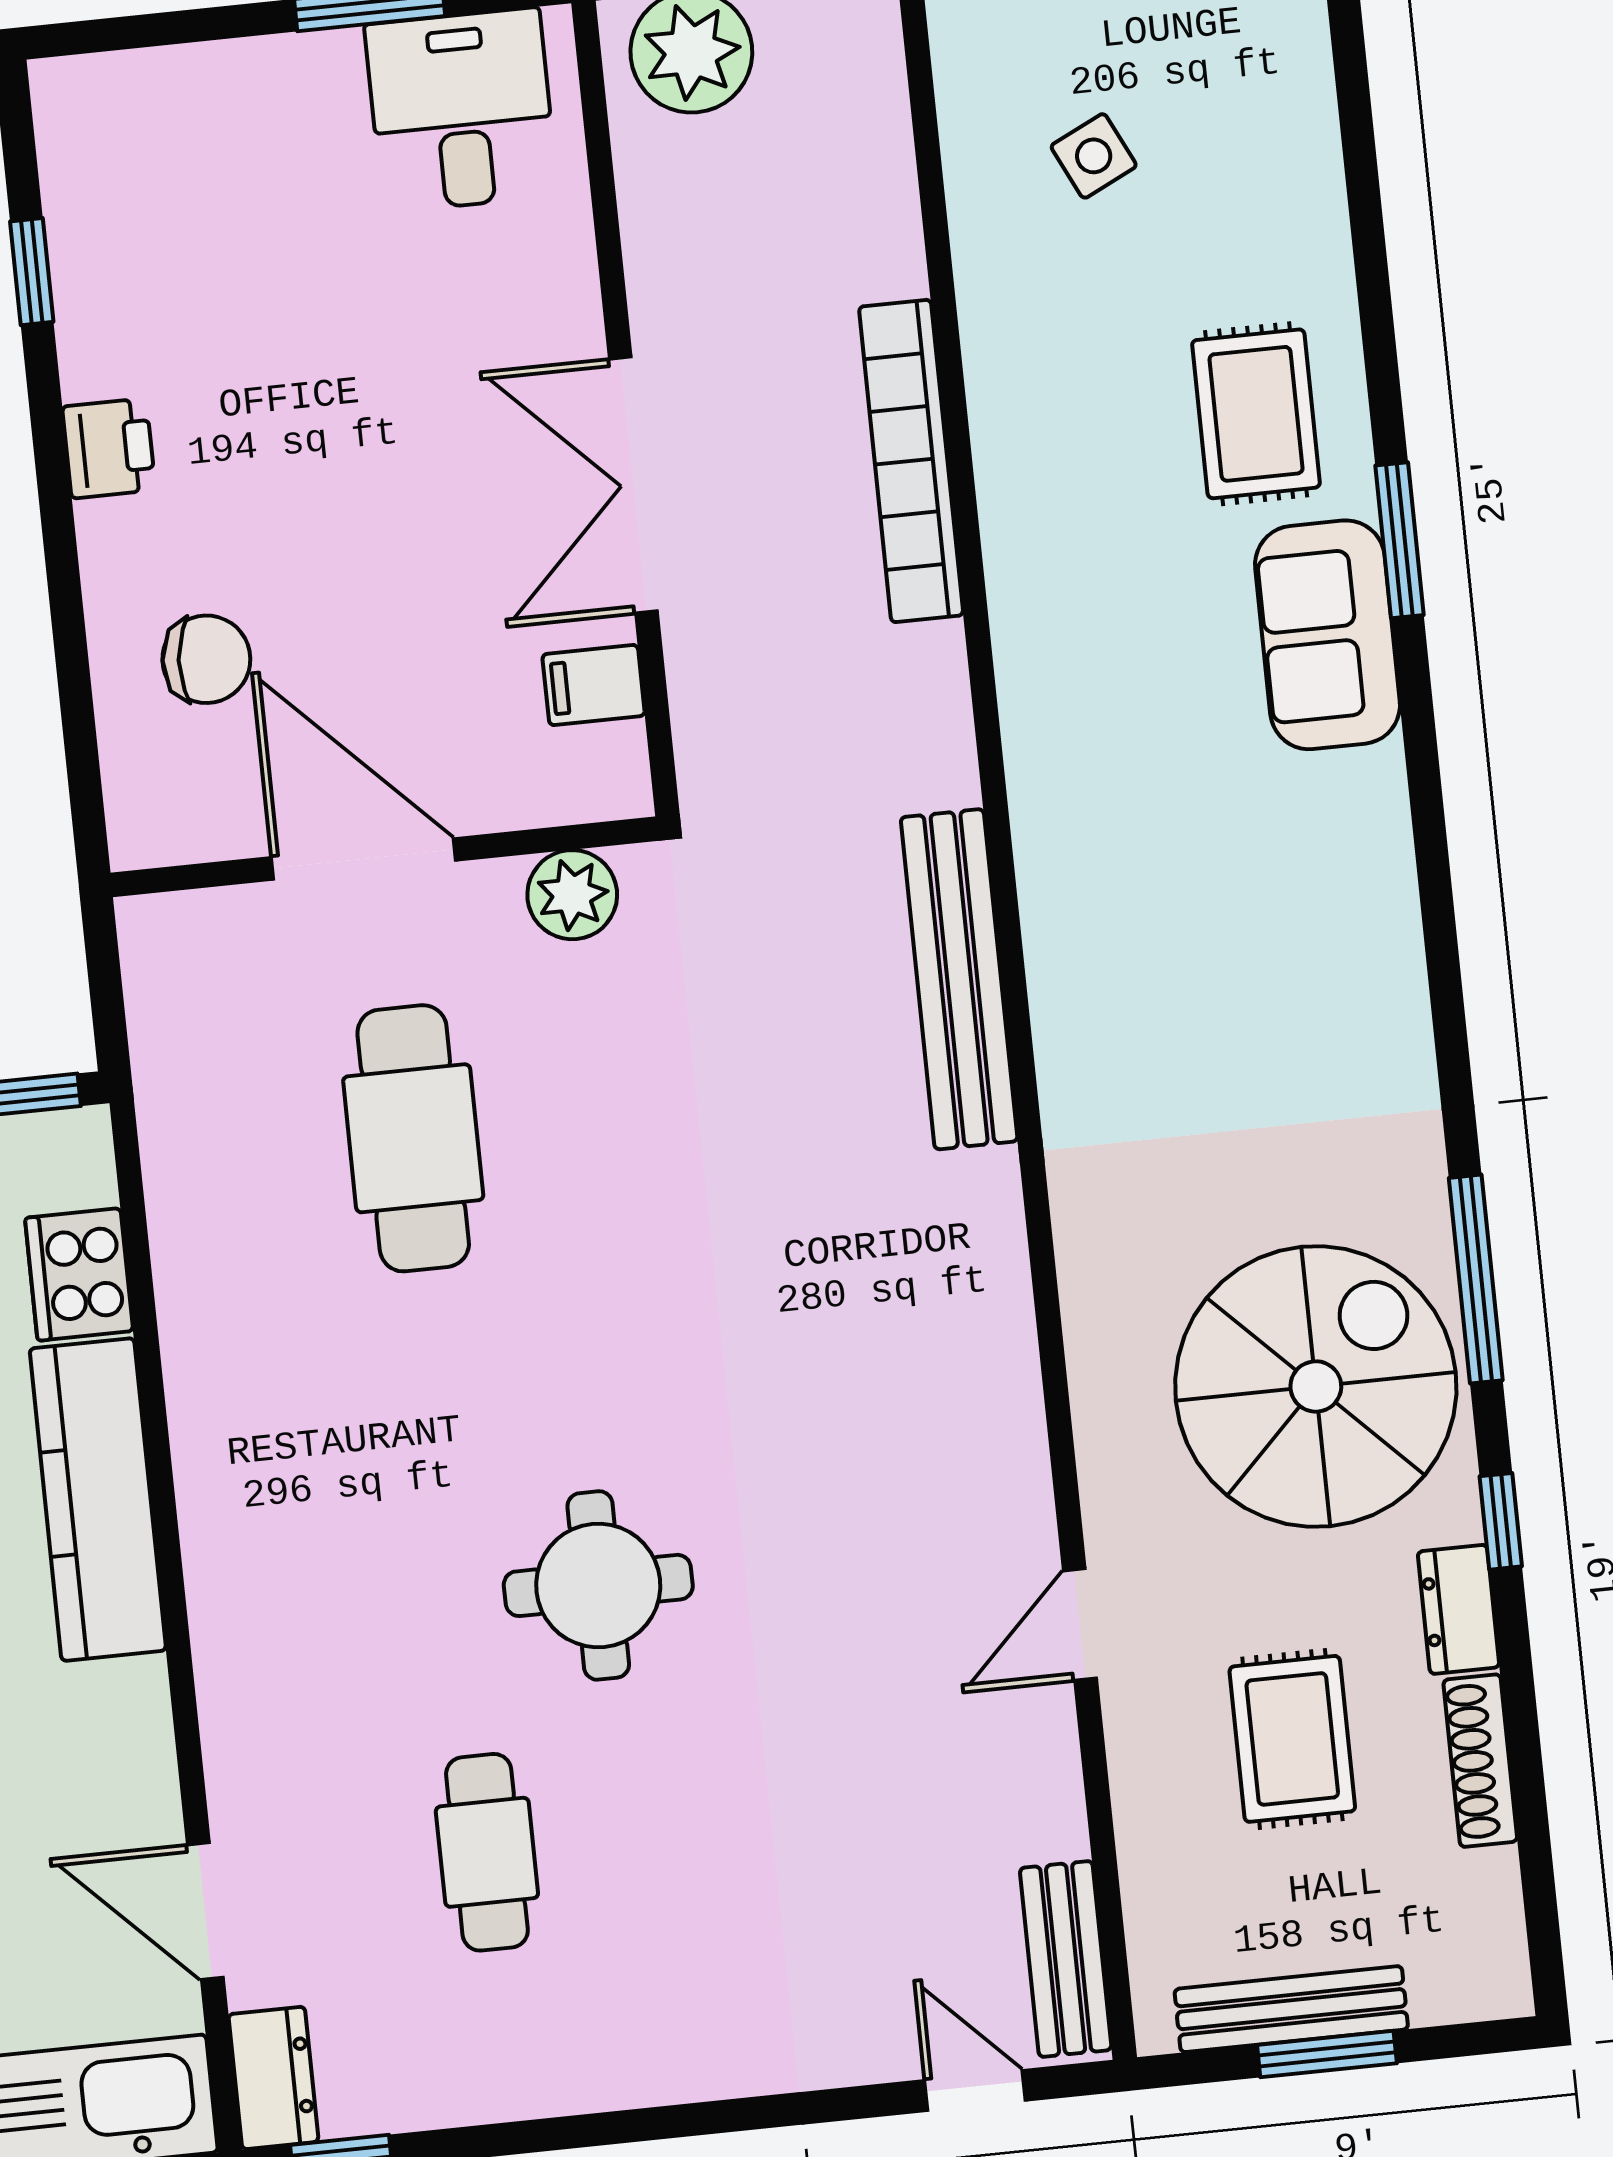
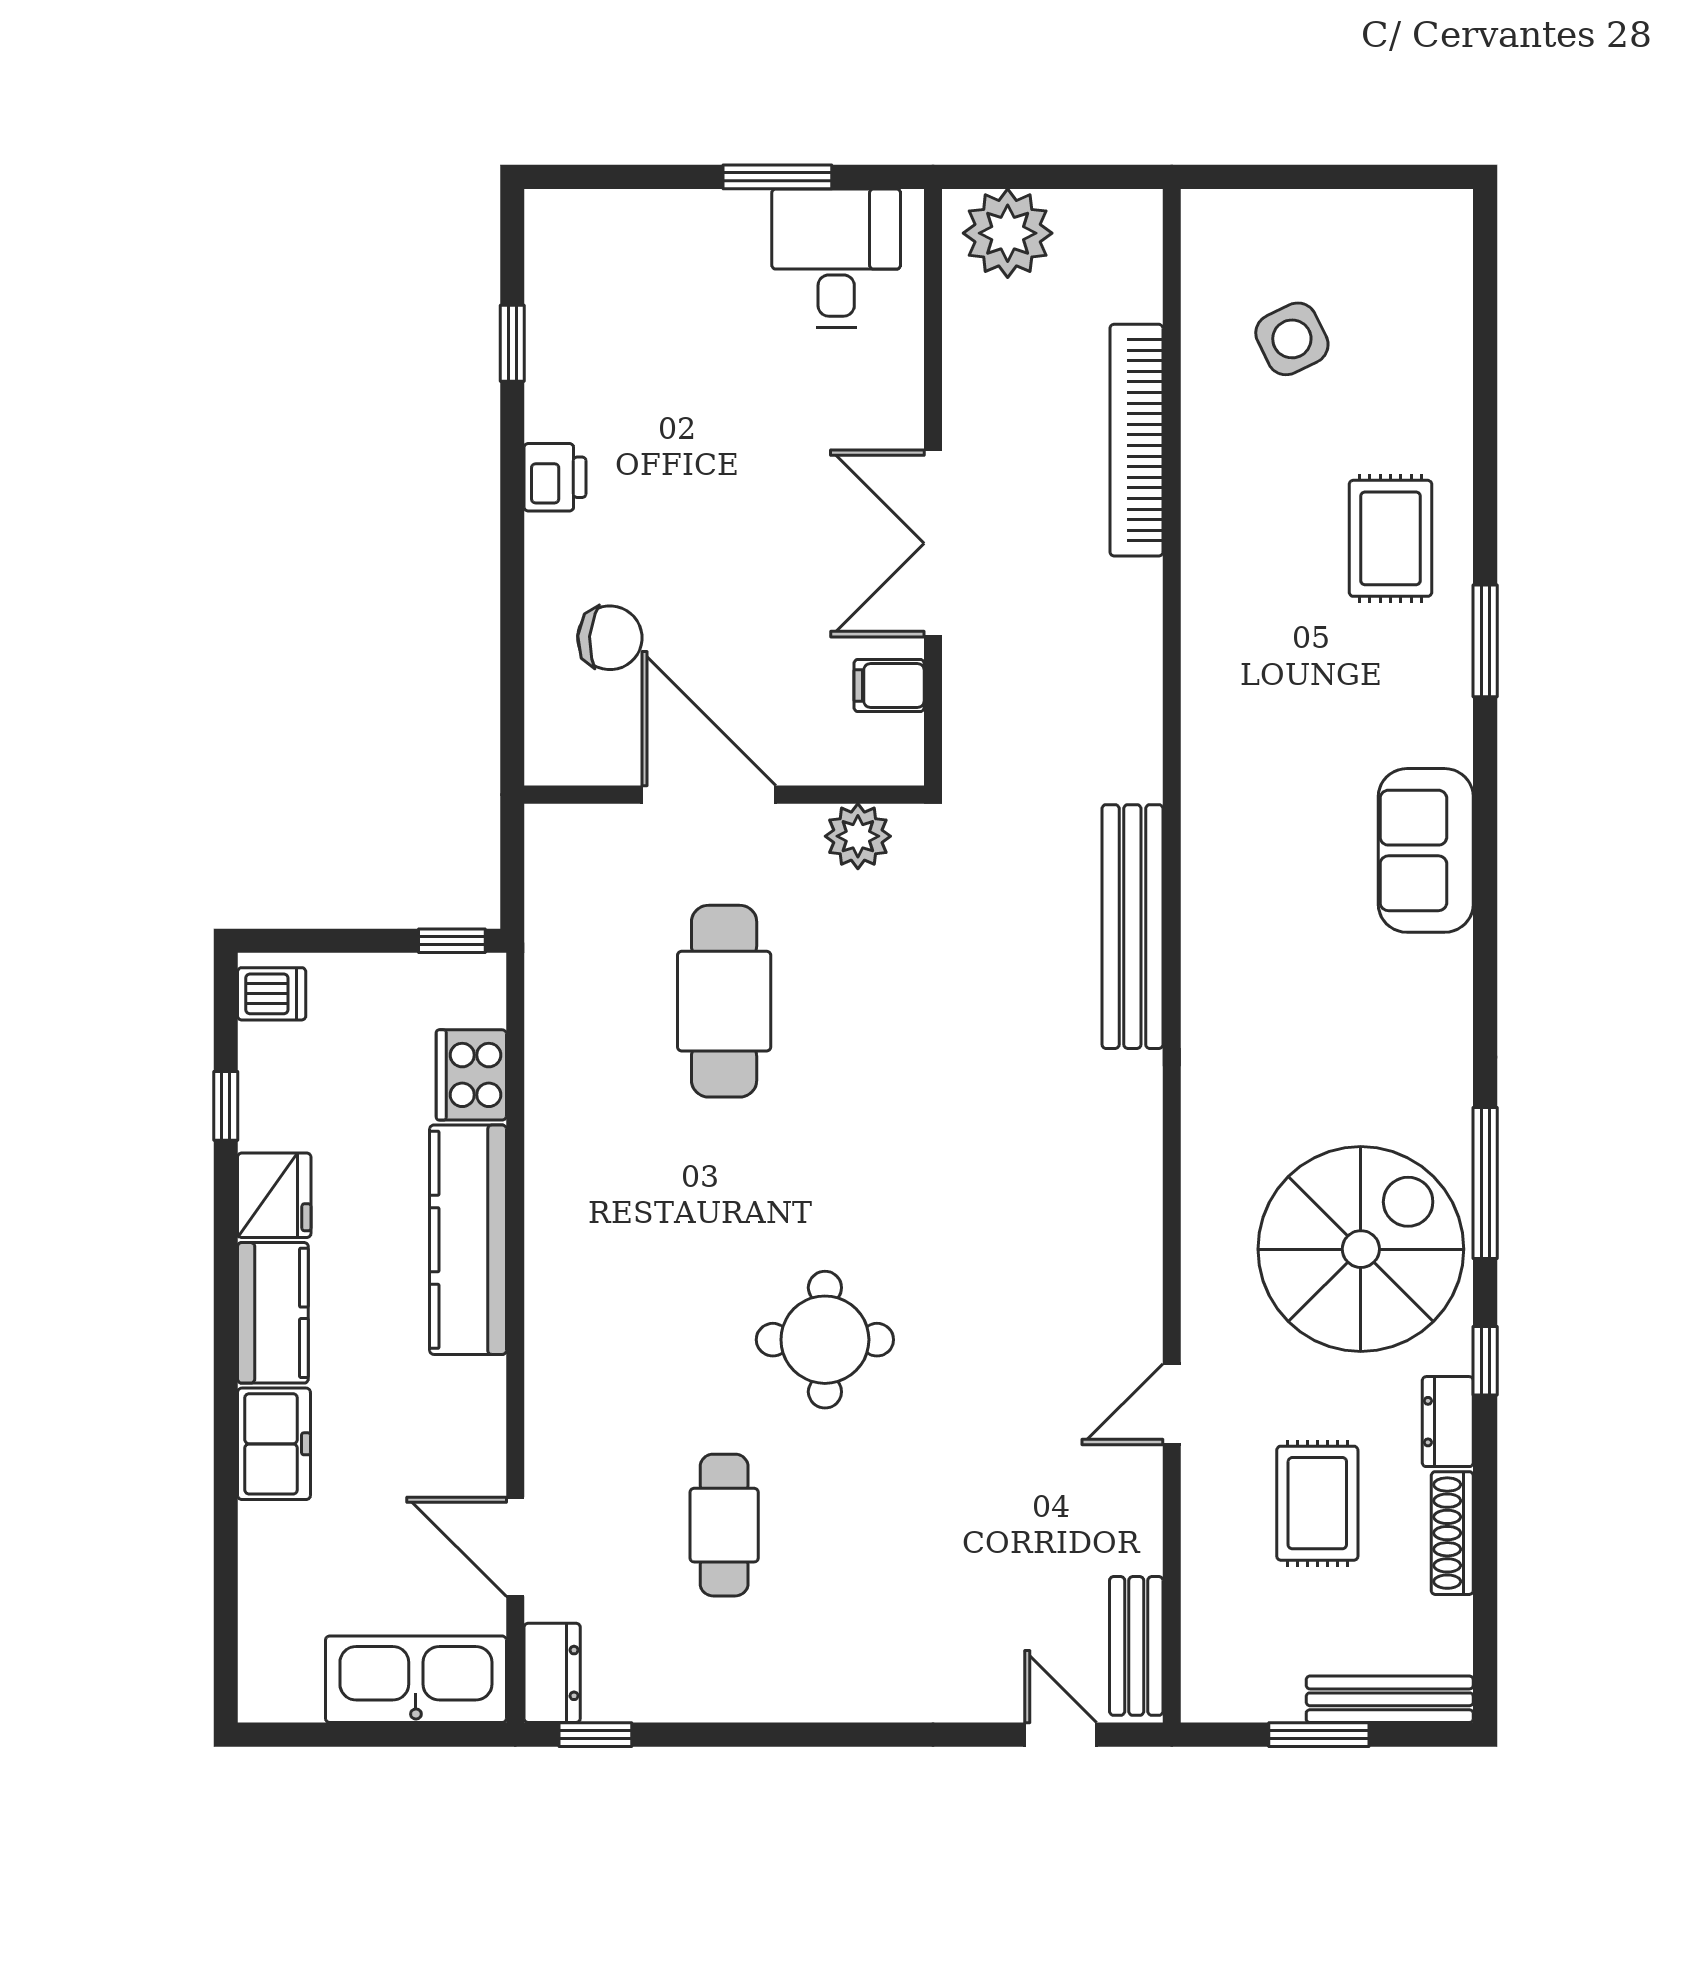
side table: (1094, 156) -> (1292, 339), width x1.37, depth x1.37
bookcase: (911, 461) -> (1136, 440), moved
sofa: (1327, 635) -> (1426, 850), moved
bench: (1291, 2009) -> (1390, 1699), moved

